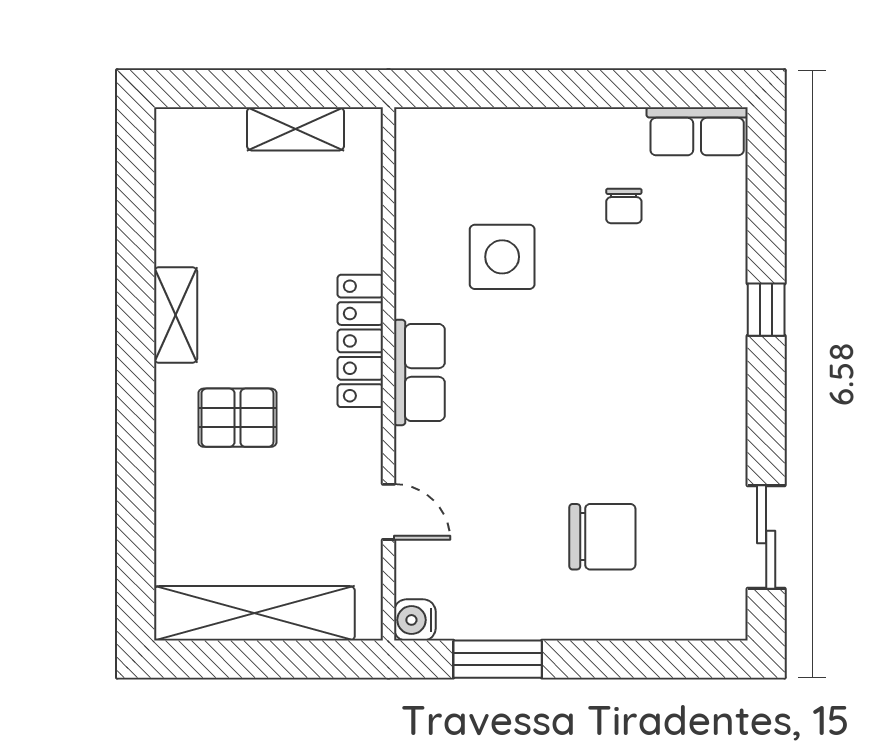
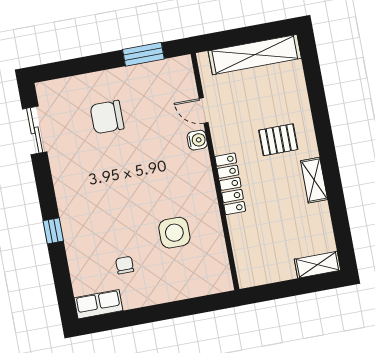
shelving: (295, 129) -> (317, 265), moved
row of seats: (419, 372) -> (202, 175), removed
water cooler: (415, 620) -> (197, 140), moved

